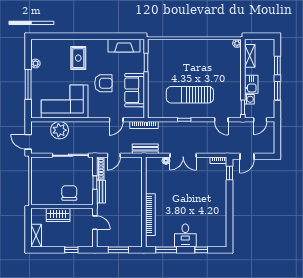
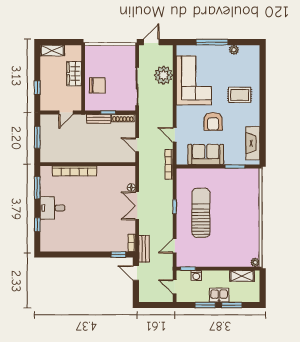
kitchen sink: (251, 84) -> (219, 295), moved, turned 180
bench: (145, 149) -> (144, 249), moved
door: (114, 155) -> (137, 145), moved

